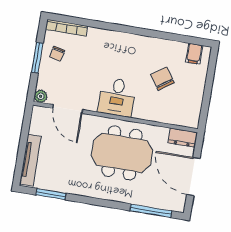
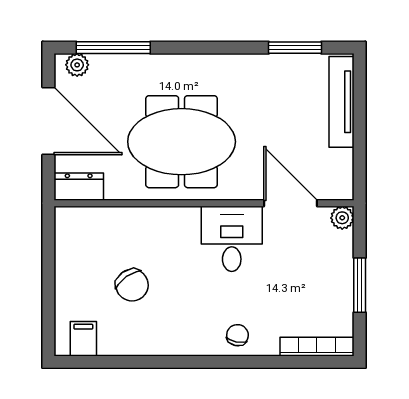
chair: (57, 54) -> (237, 335), moved
desk: (117, 97) -> (232, 239), moved
plant: (172, 205) -> (77, 65), added

